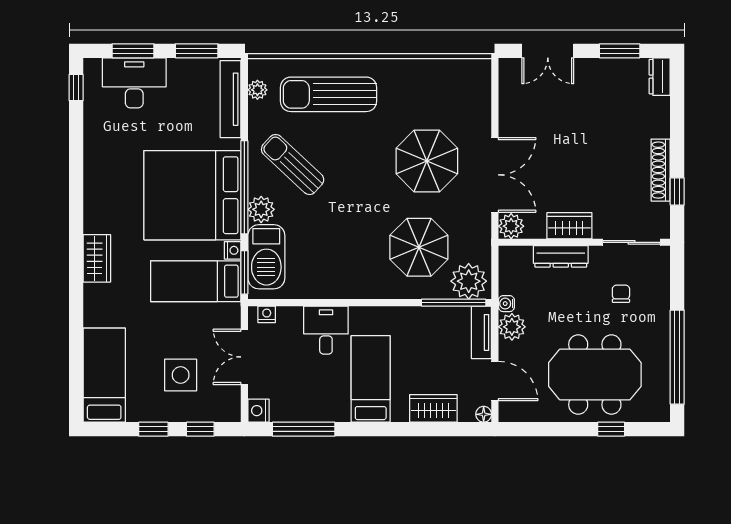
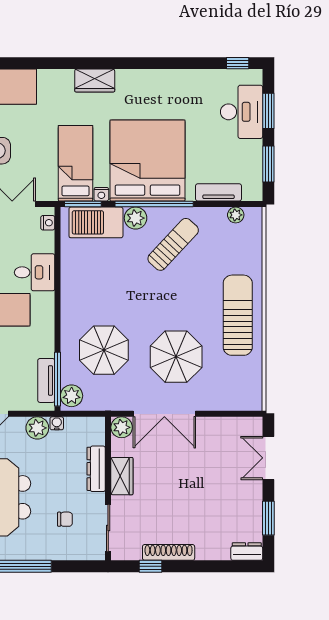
sun lounger: (329, 94) -> (238, 315), moved
tv unit: (230, 99) -> (219, 192), width x0.71
plant: (469, 281) -> (72, 396), width x0.73, depth x0.73
tv unit: (481, 332) -> (46, 380), moved, turned -90

